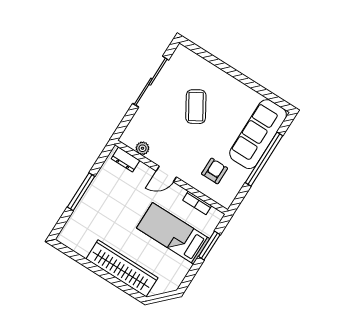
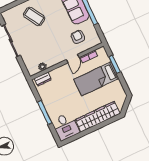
coffee table: (196, 107) -> (34, 16), moved
door: (166, 174) -> (73, 59), moved
desk: (80, 233) -> (66, 127), added

